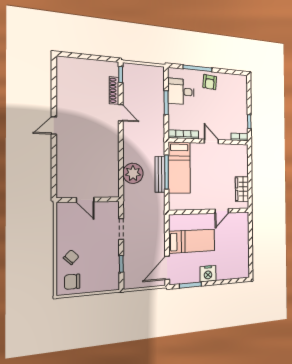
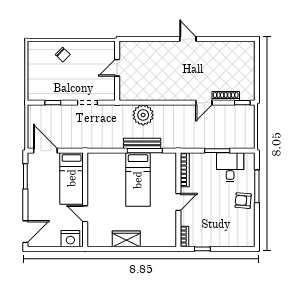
bed: (179, 168) -> (138, 180), moved, turned -90
wall: (210, 211) -> (85, 200), moved
door: (222, 211) -> (85, 214), moved
nightstand: (208, 274) -> (70, 239), moved, turned -90
door: (237, 280) -> (25, 232), added
chair: (72, 282) -> (39, 55), removed

